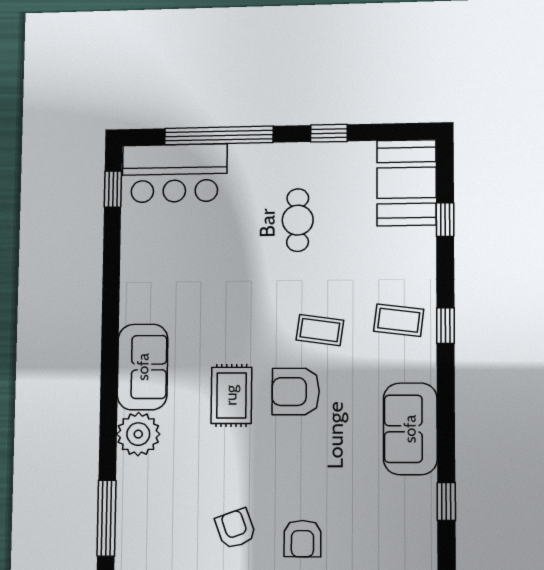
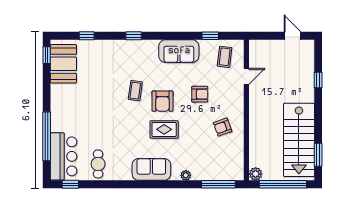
window: (329, 133) -> (47, 55), moved
booth: (407, 183) -> (63, 64), moved, turned 90
cafe table: (298, 220) -> (98, 164), moved, turned 90
coffee table: (399, 320) -> (225, 57), moved
plant: (138, 434) -> (186, 175), width x0.53, depth x0.53
armchair: (302, 539) -> (200, 94), moved

